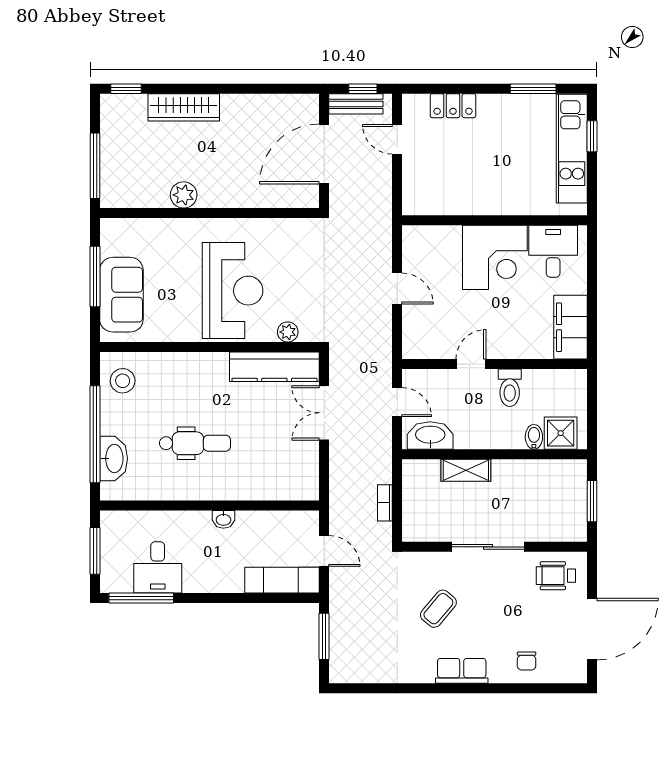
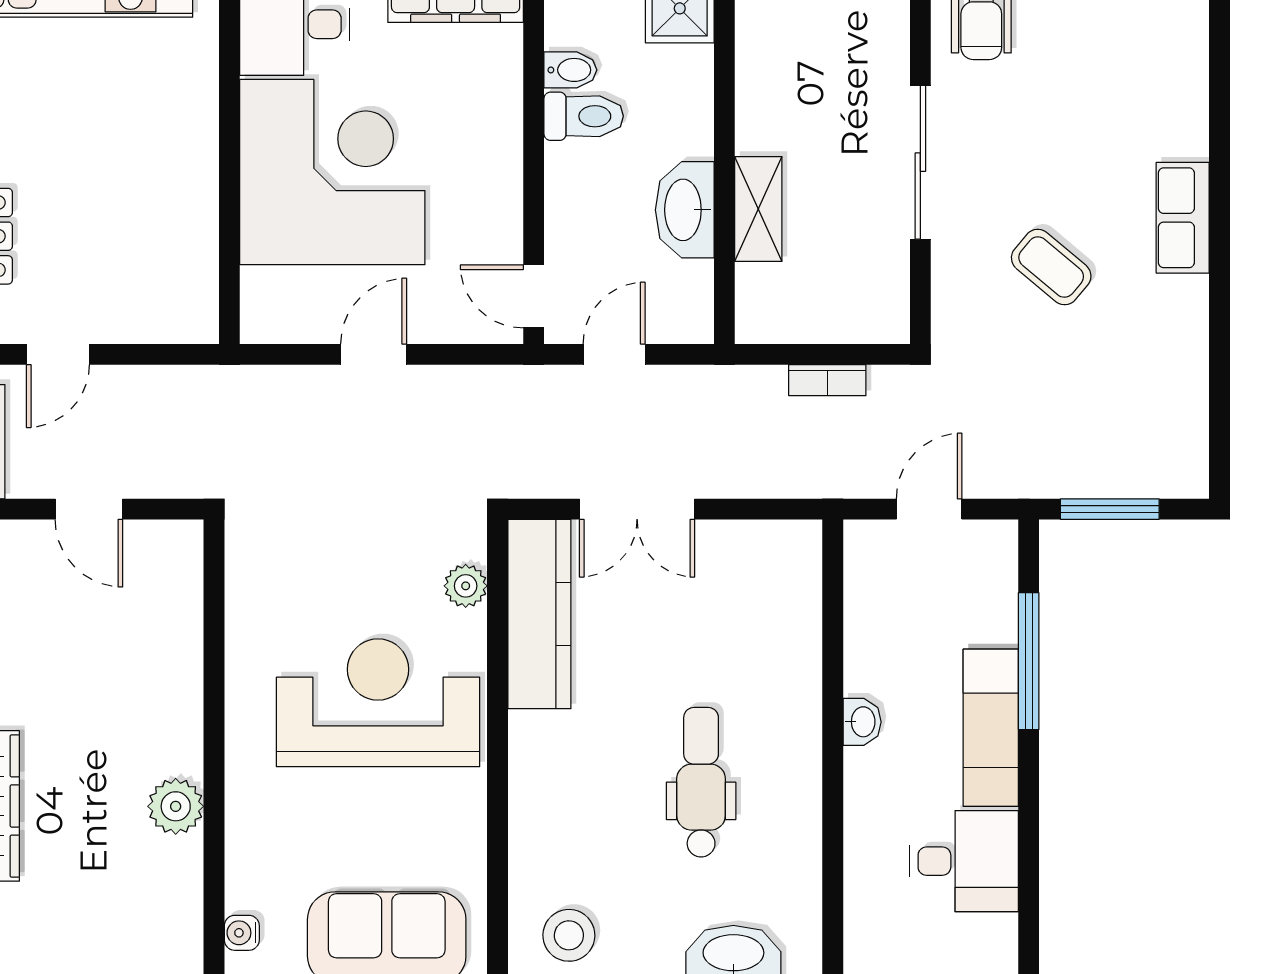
door: (324, 154) -> (89, 509), width x0.53
water cooler: (124, 226) -> (242, 933), added
corner desk: (495, 257) -> (332, 172), width x1.36, depth x1.36
door: (471, 364) -> (534, 296), moved
washbasin: (430, 435) -> (685, 210), moved
bidet: (534, 437) -> (570, 70), moved, turned 180
exam couch: (282, 580) -> (991, 728), moved
window: (141, 598) -> (1029, 661), moved
chair: (527, 661) -> (1162, 80), removed

